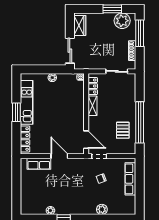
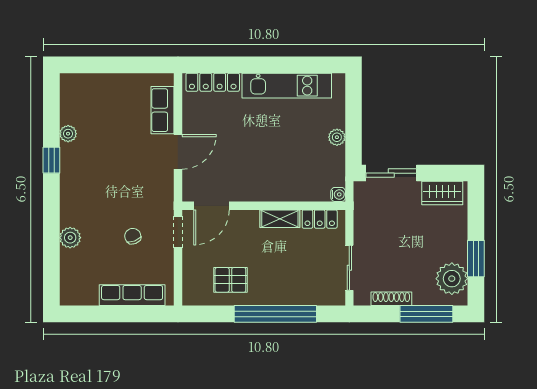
window: (16, 112) -> (267, 65), removed
window: (140, 122) -> (275, 314), moved

